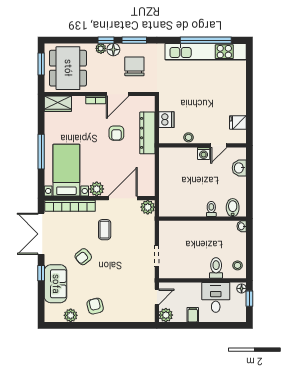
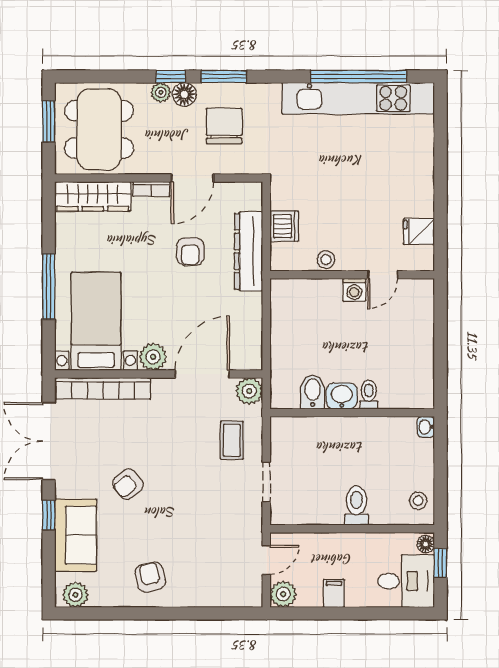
wardrobe: (58, 104) -> (93, 196), width x1.50
washbasin: (239, 168) -> (342, 396), moved, turned 90
bidet: (233, 208) -> (313, 392), moved
coffee table: (105, 230) -> (232, 440), moved
toilet: (216, 268) -> (357, 506), moved
desk: (216, 297) -> (406, 581), moved, turned 90
plant: (71, 315) -> (75, 595), moved

